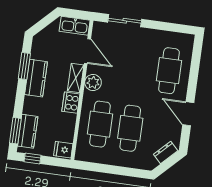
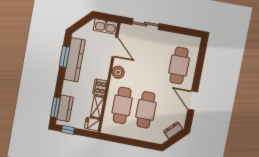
kitchen counter: (36, 78) -> (74, 60), width x1.50
shelving: (76, 78) -> (97, 107), moved

